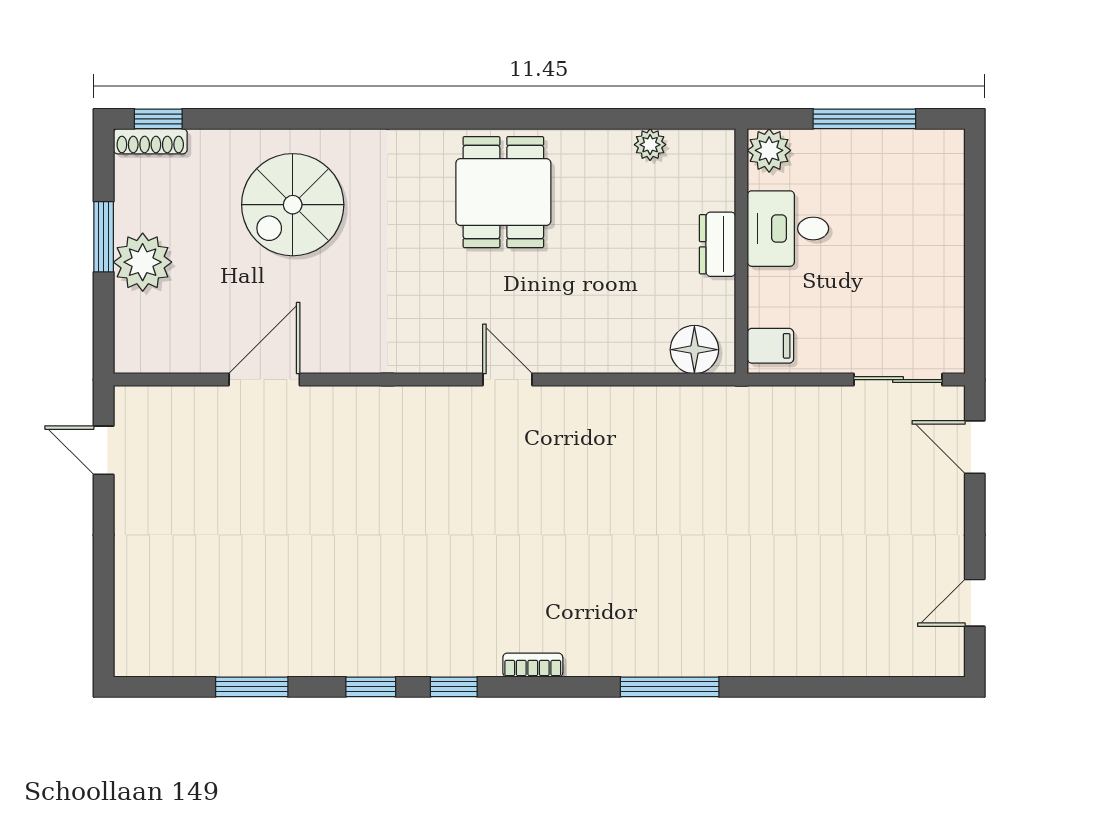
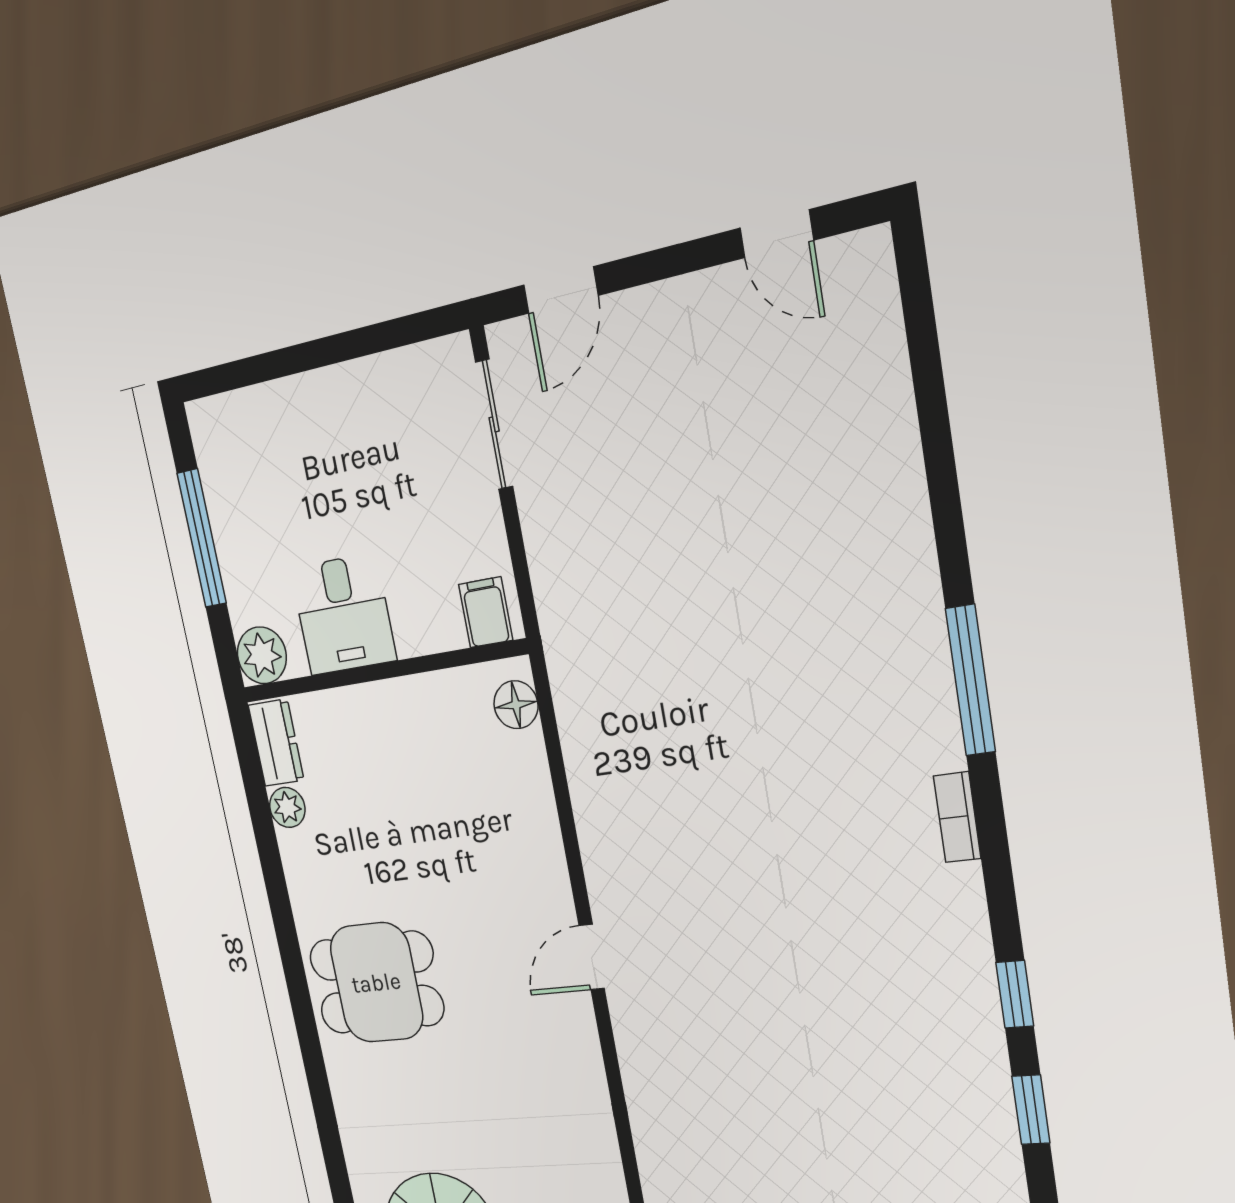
dresser: (717, 244) -> (276, 743), moved, turned -90
floor lamp: (694, 350) -> (516, 705), width x0.73, depth x0.73
bookcase: (533, 665) -> (957, 817), moved

